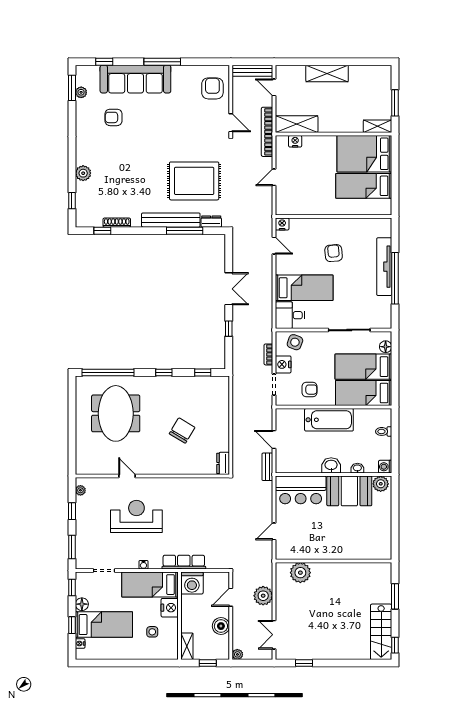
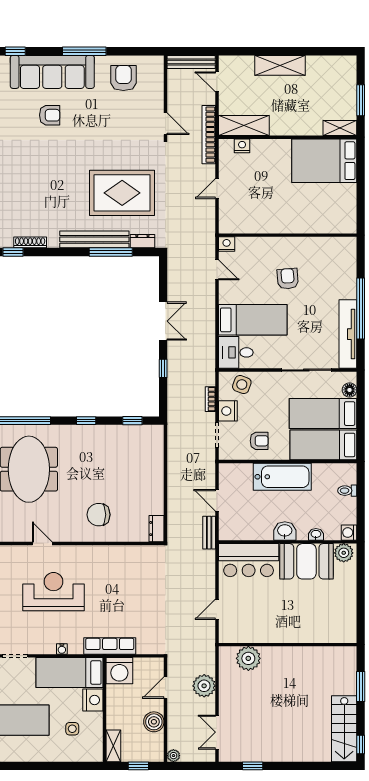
armchair: (212, 88) -> (123, 78), moved
armchair: (113, 117) -> (50, 115), moved, turned 180
bed: (364, 186) -> (324, 199), removed
tv unit: (384, 267) -> (348, 334), moved
chair: (182, 431) -> (99, 515), moved, turned -121

